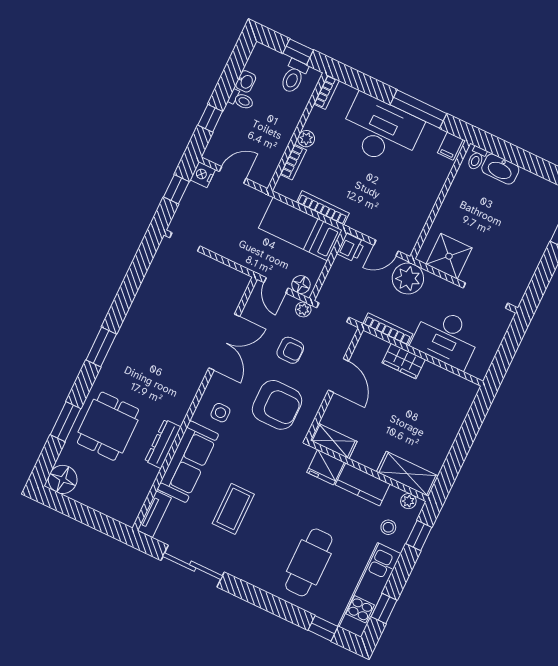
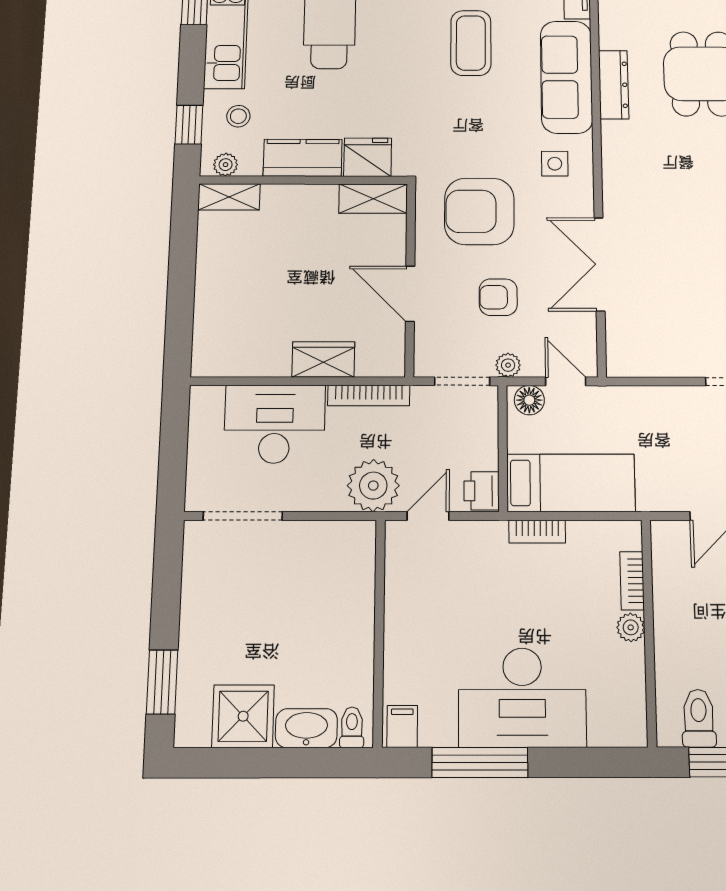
bookcase: (326, 92) -> (636, 718), removed
bookcase: (323, 208) -> (537, 532), width x0.64
shower: (449, 256) -> (243, 716), moved
shelving: (407, 474) -> (229, 197), width x0.67, depth x0.75

